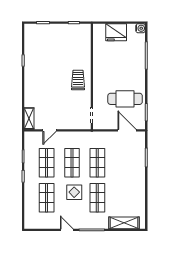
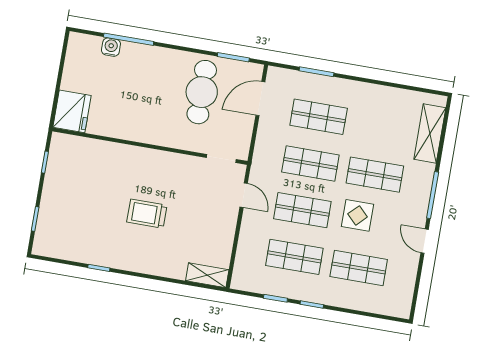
water cooler: (141, 28) -> (111, 47), moved
fridge: (116, 32) -> (72, 111), moved
trolley: (78, 80) -> (147, 214), moved
door: (49, 130) -> (244, 195), moved
shop shelf: (123, 163) -> (319, 117), added
door: (67, 230) -> (425, 241), hinge flipped

